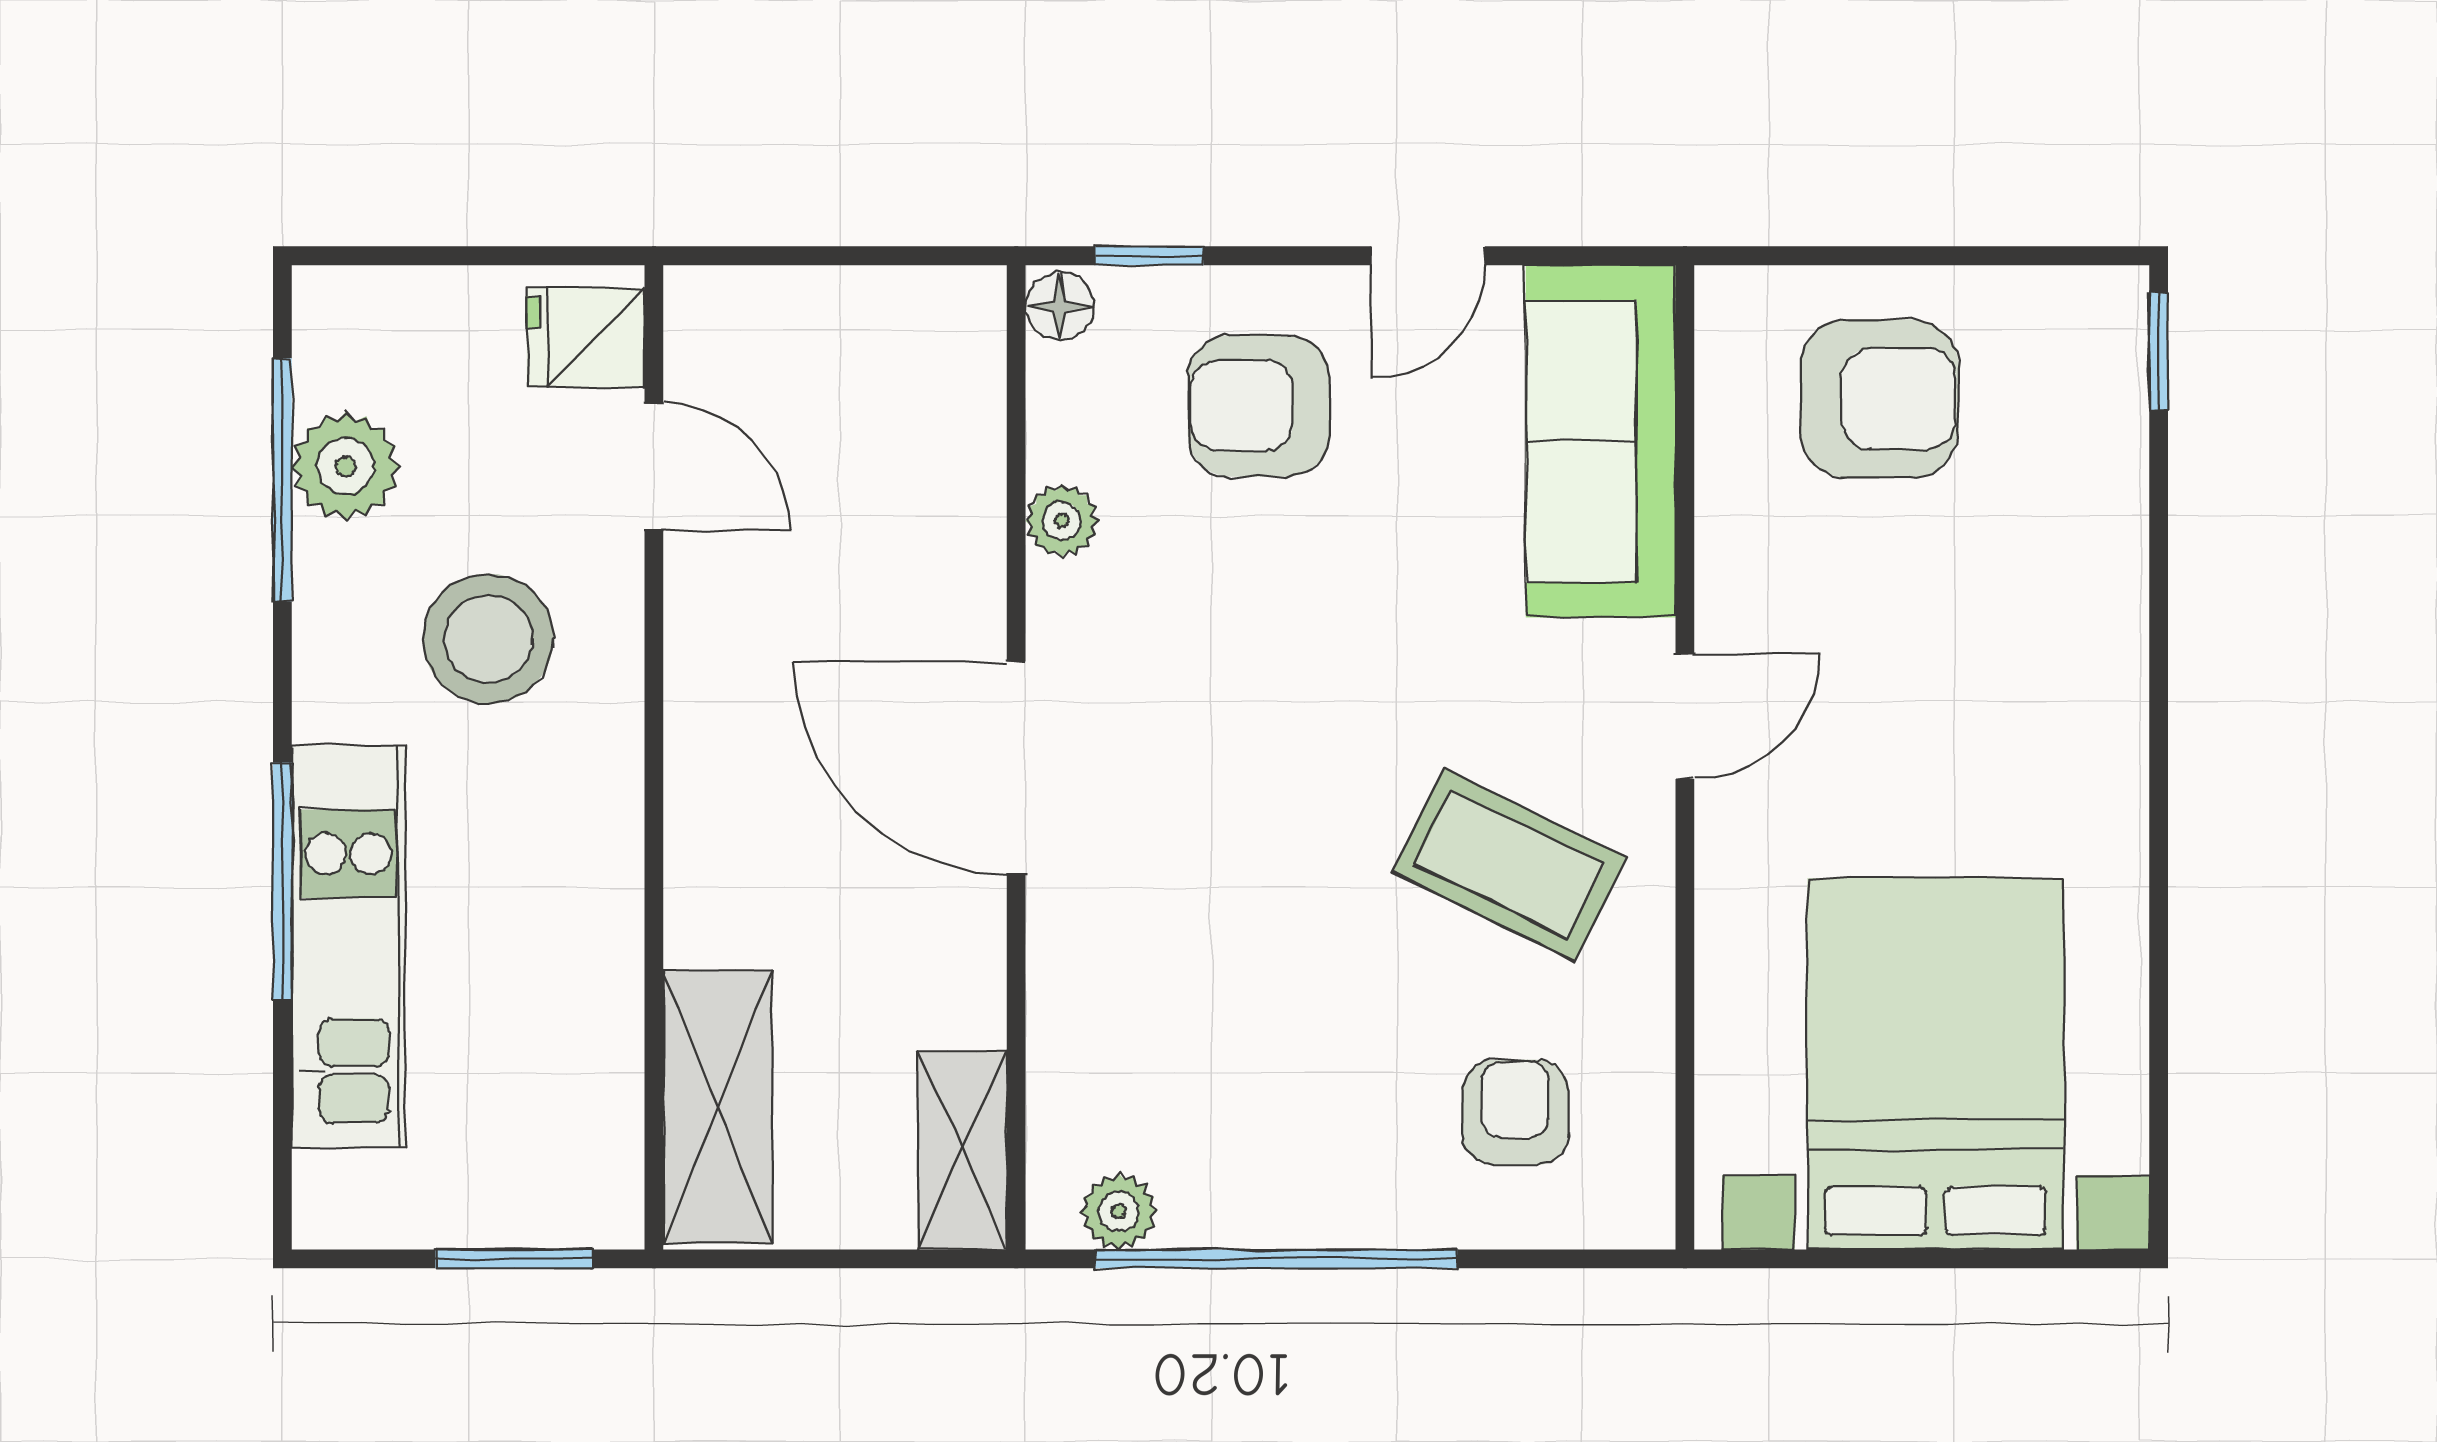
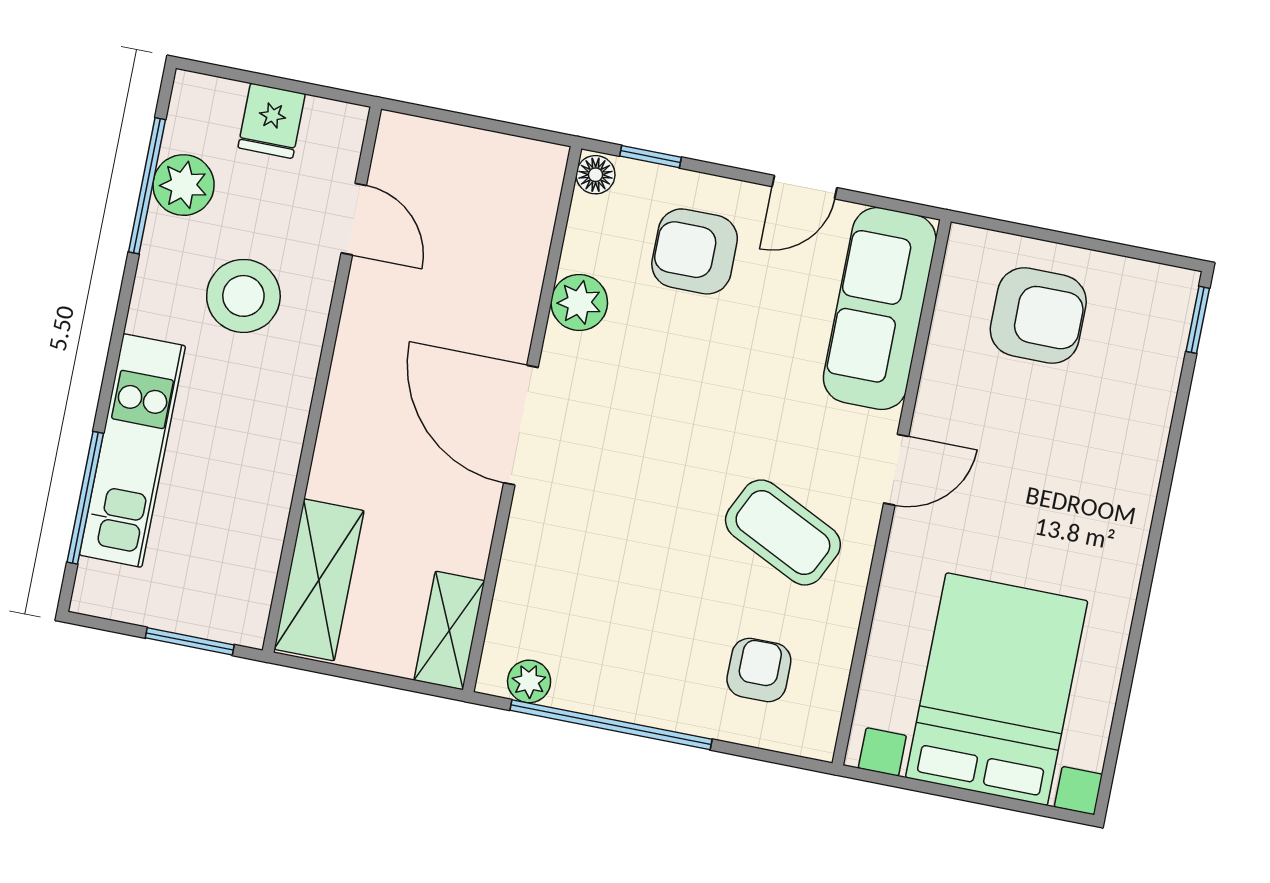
fridge: (586, 338) -> (272, 121), moved, turned -90
plant: (1062, 521) -> (579, 303), width x1.38, depth x1.38
window: (282, 881) -> (85, 498), moved

